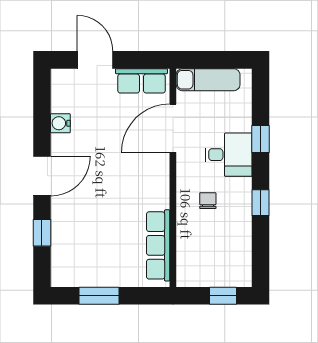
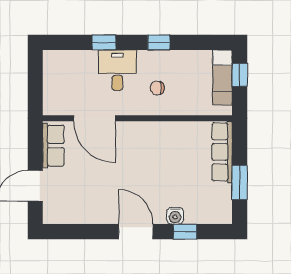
exam couch: (208, 80) -> (222, 77), moved, turned 180
water cooler: (60, 123) -> (175, 216), moved
row of seats: (158, 245) -> (222, 152), moved, turned 90

